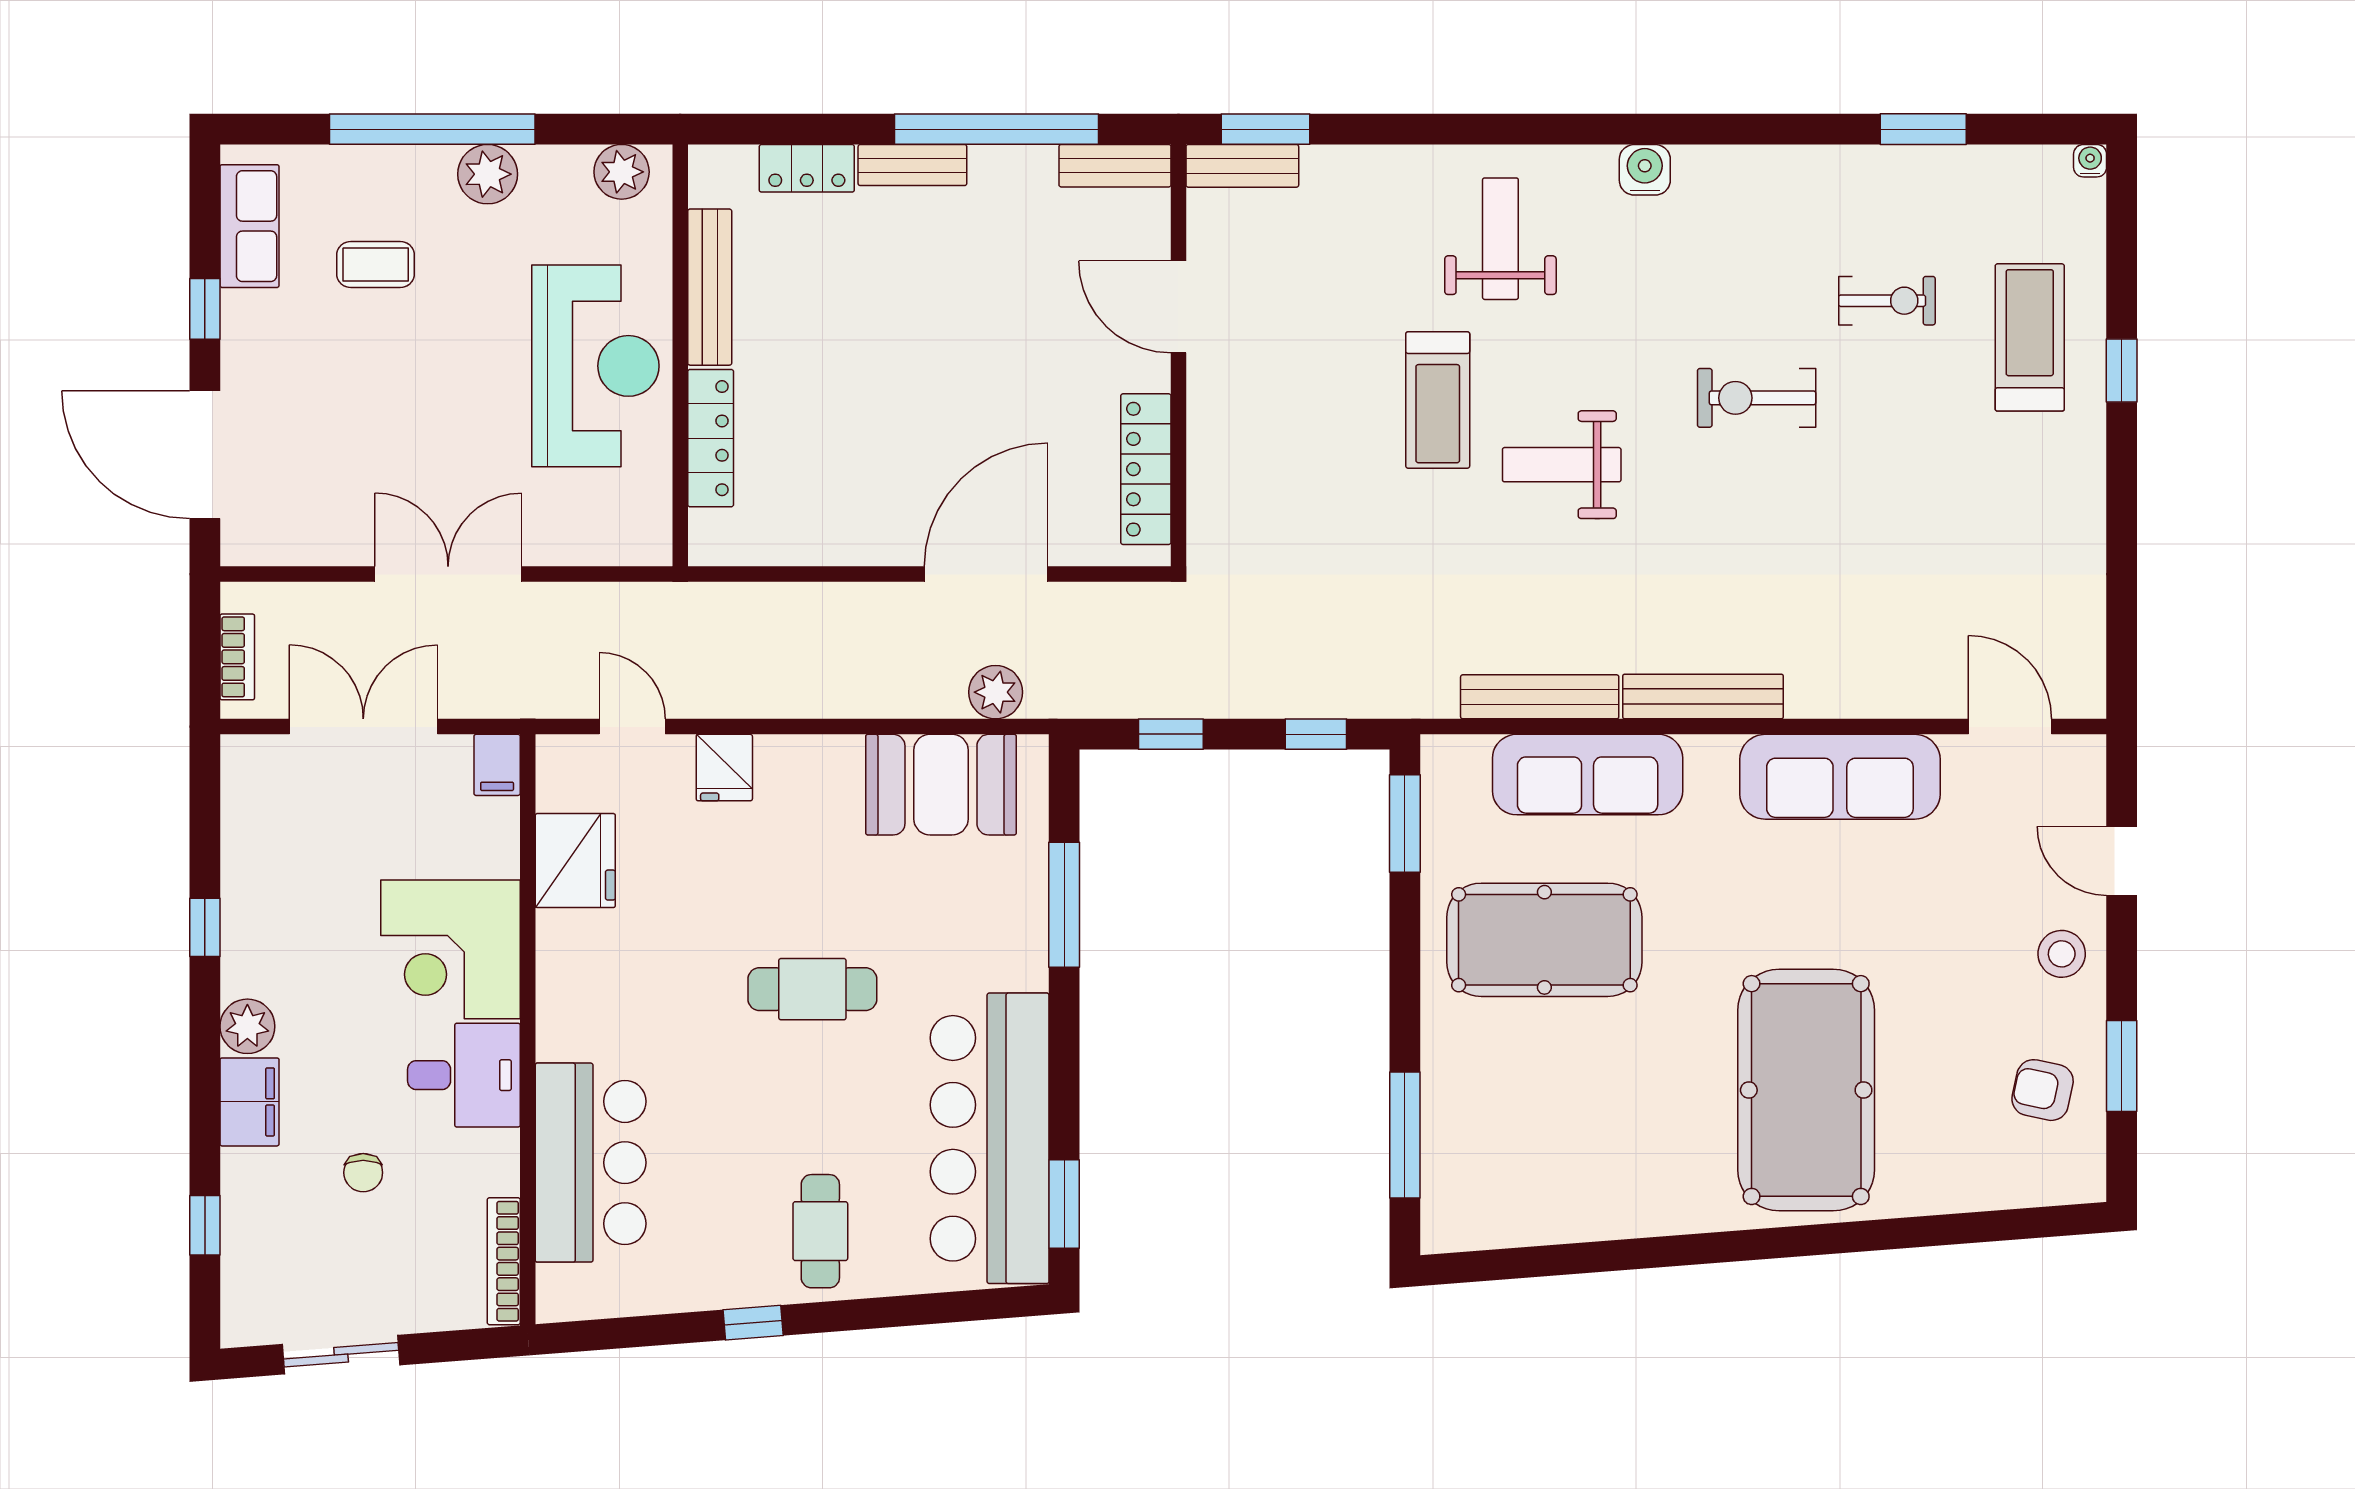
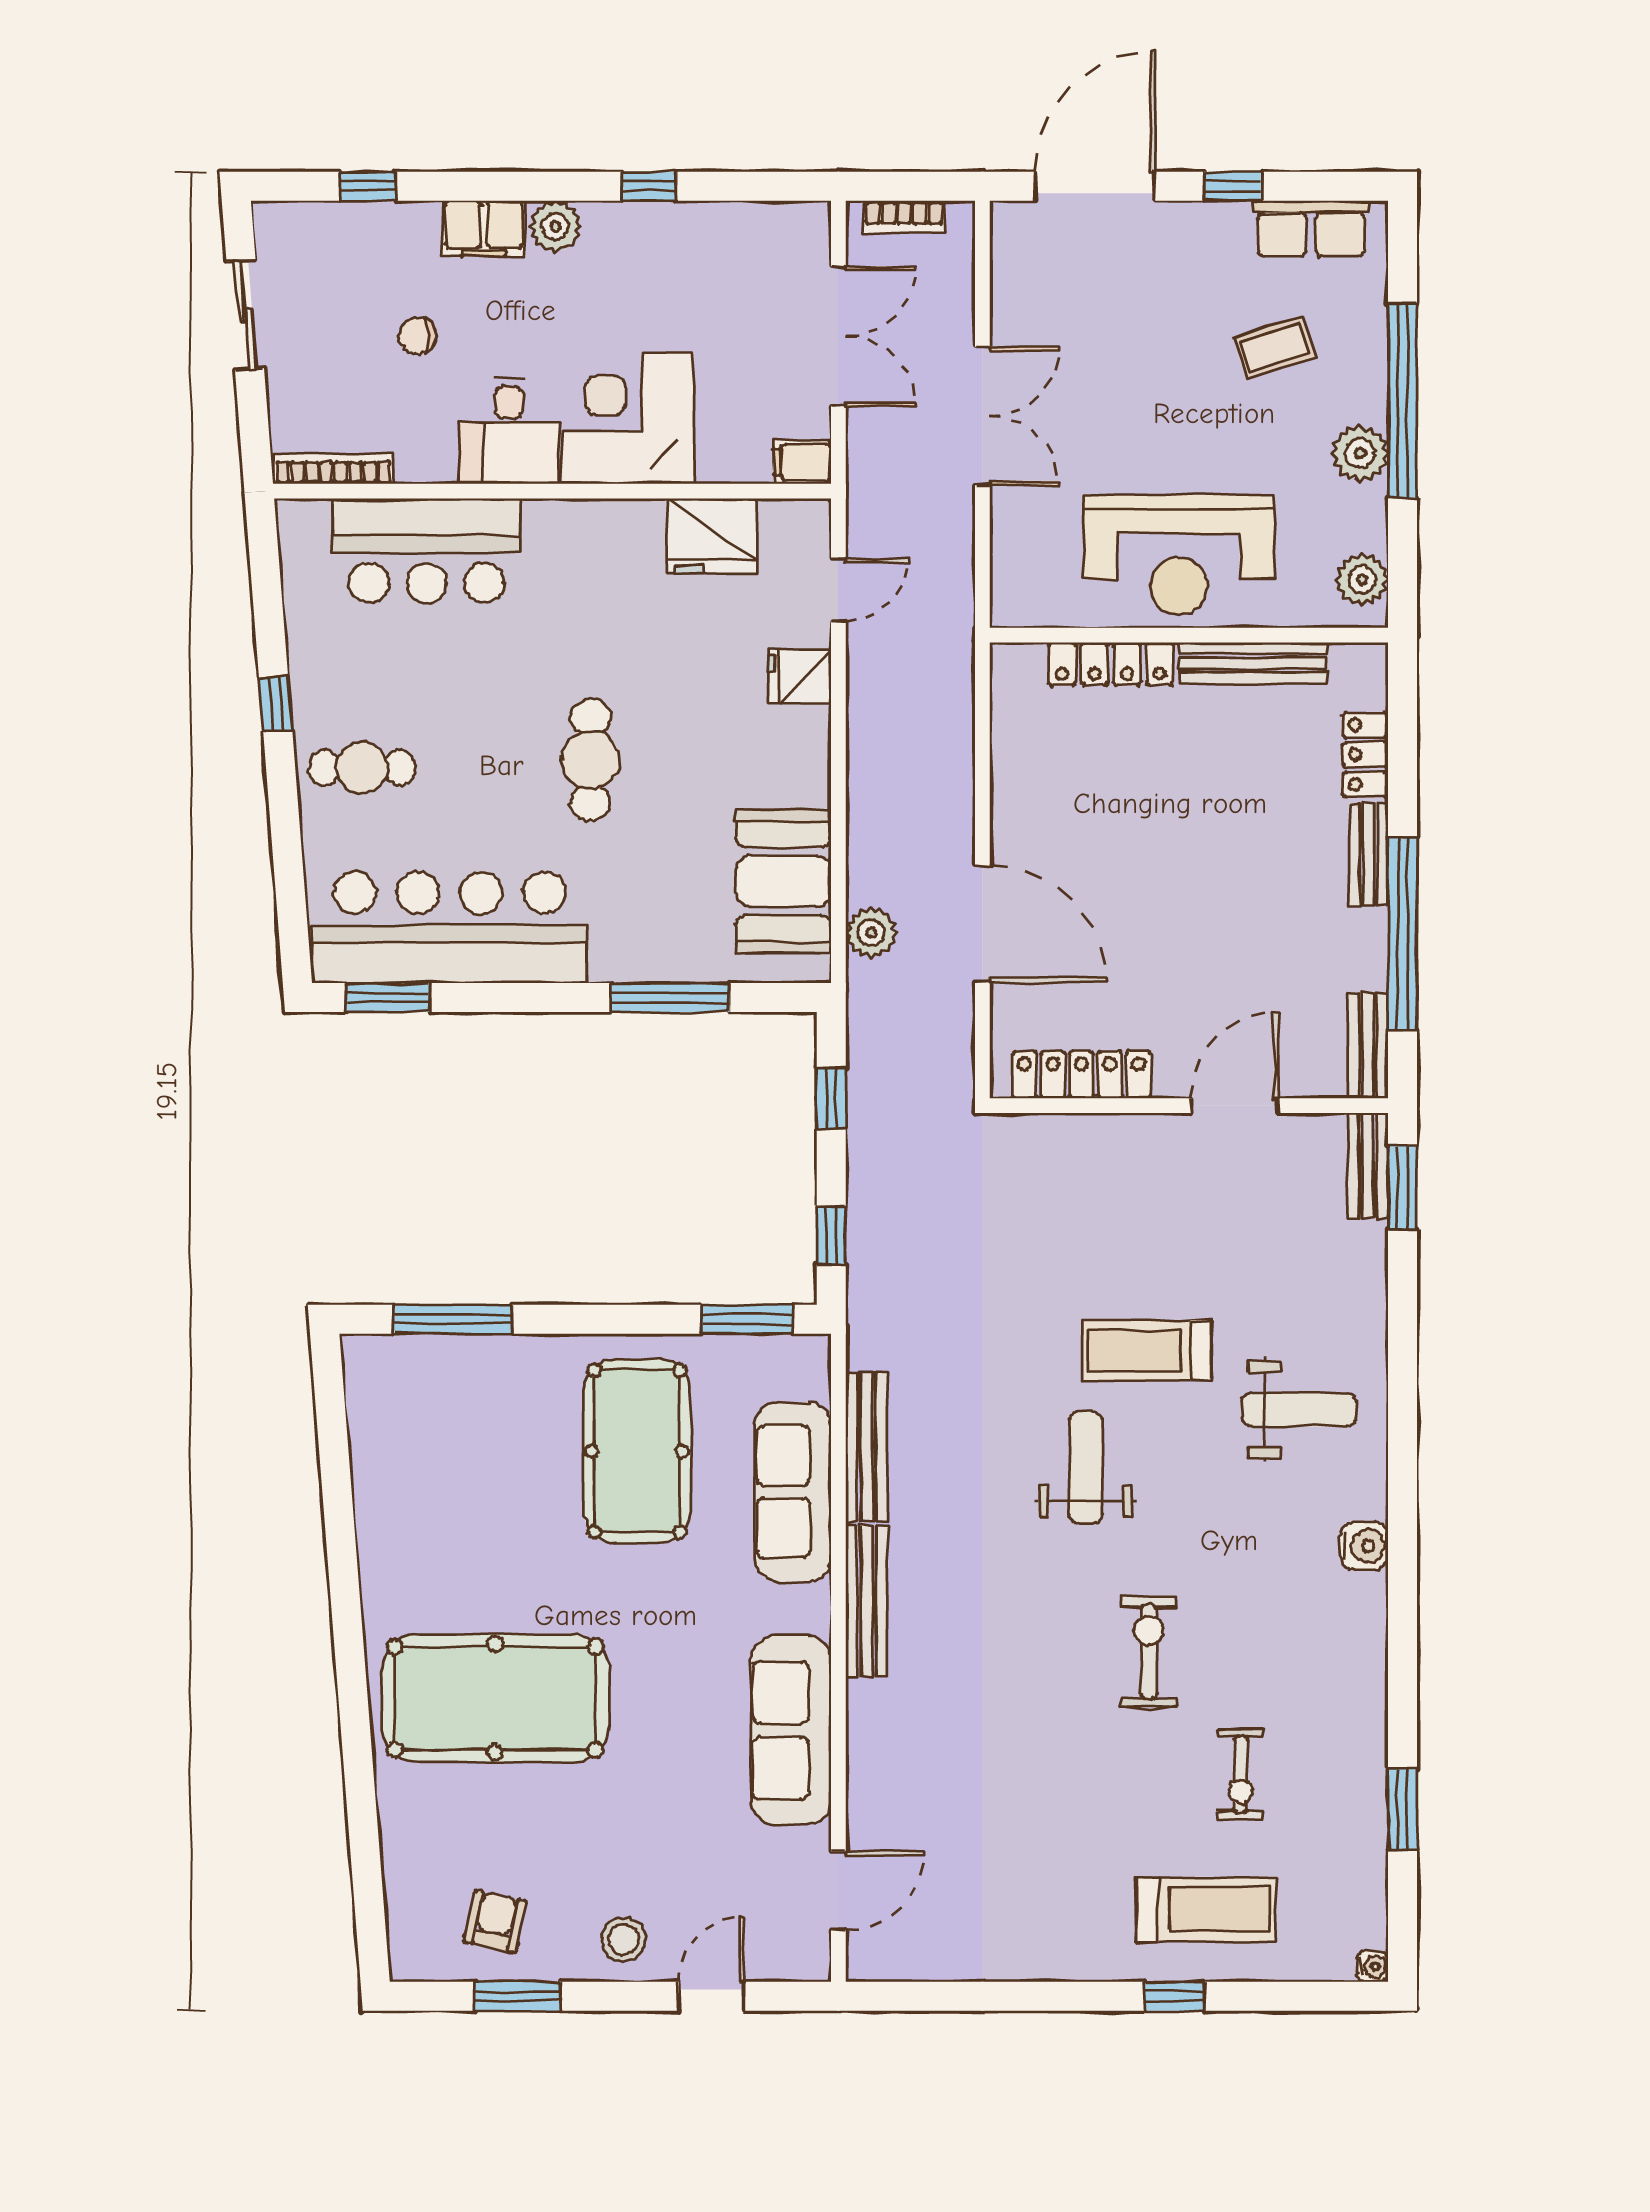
coffee table: (376, 264) -> (1275, 347), turned 72

